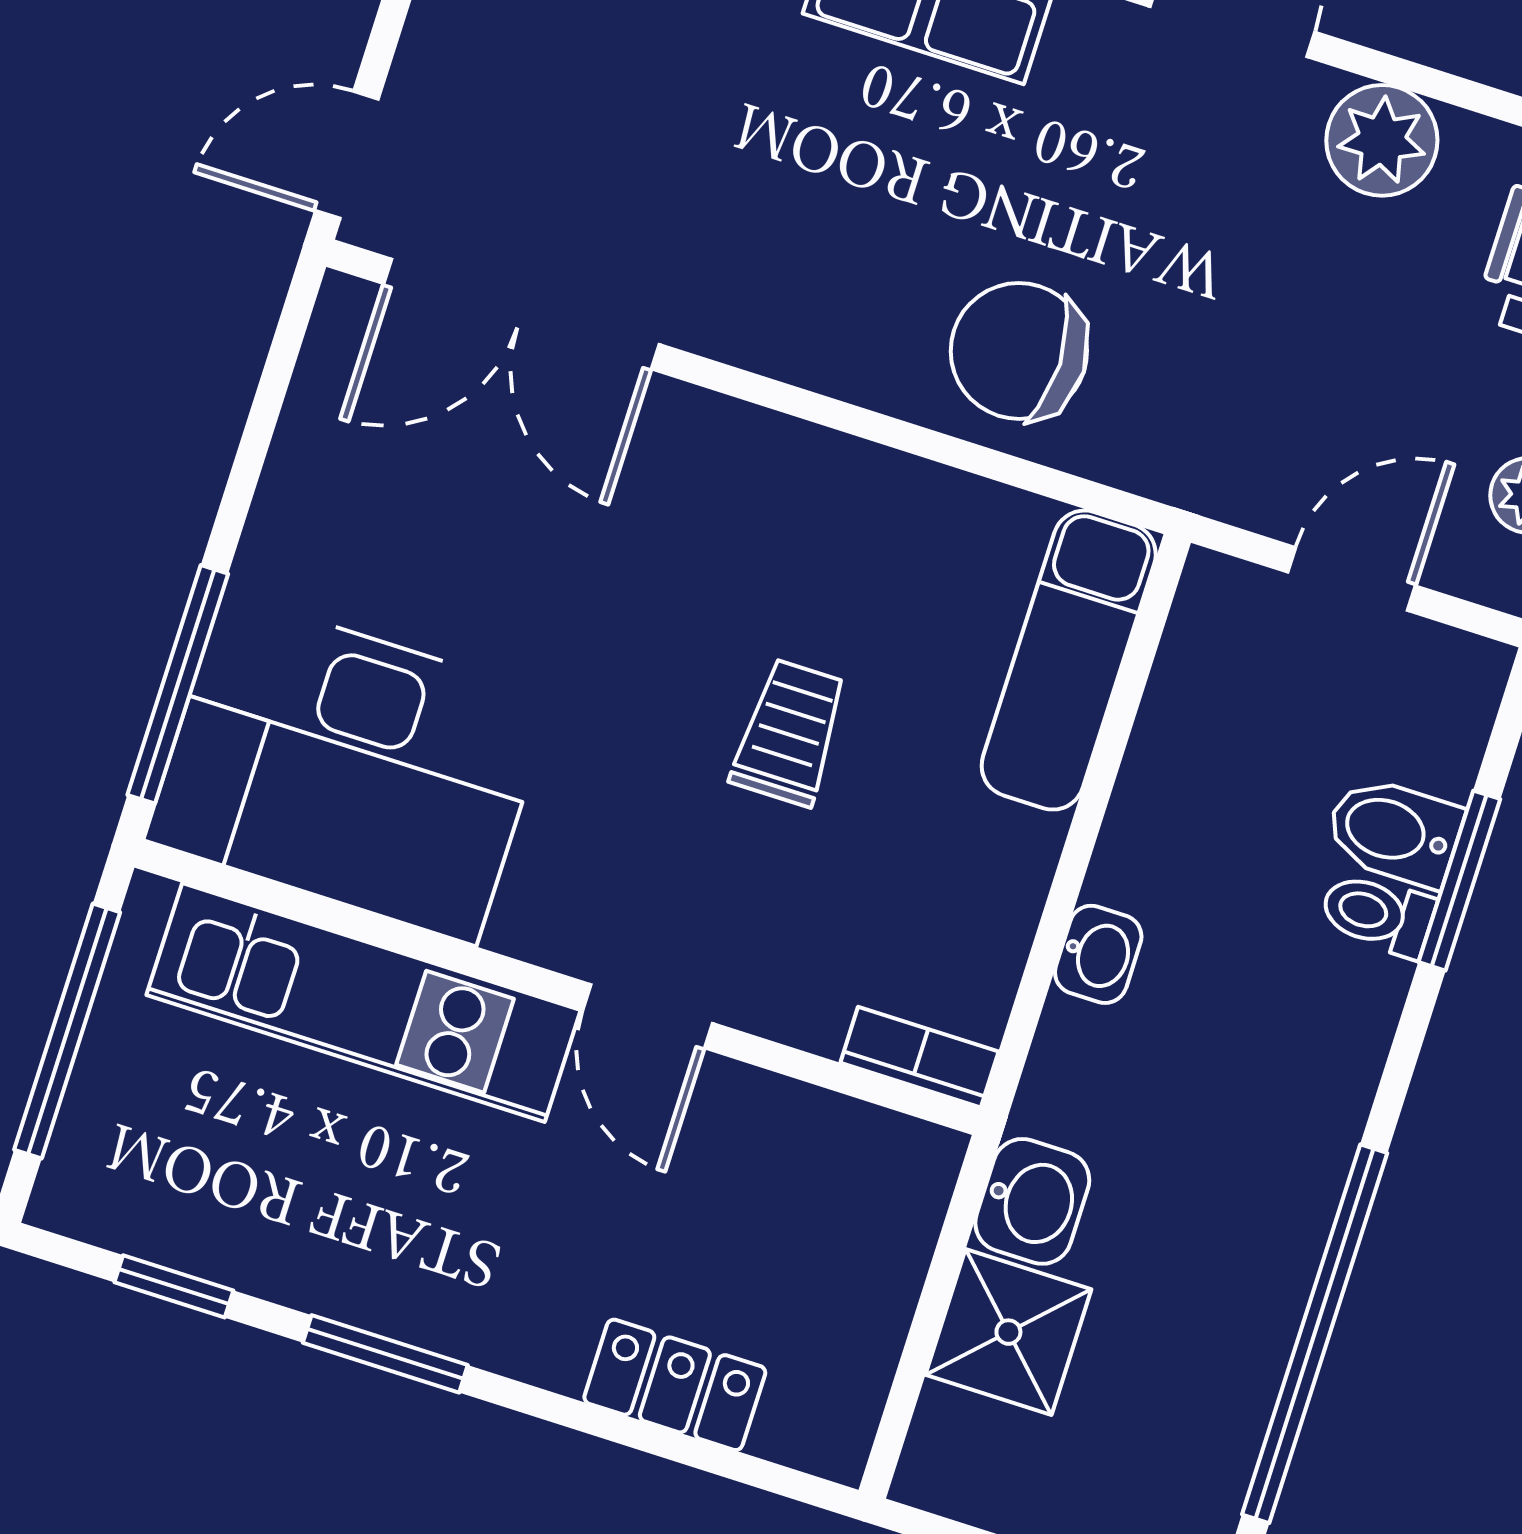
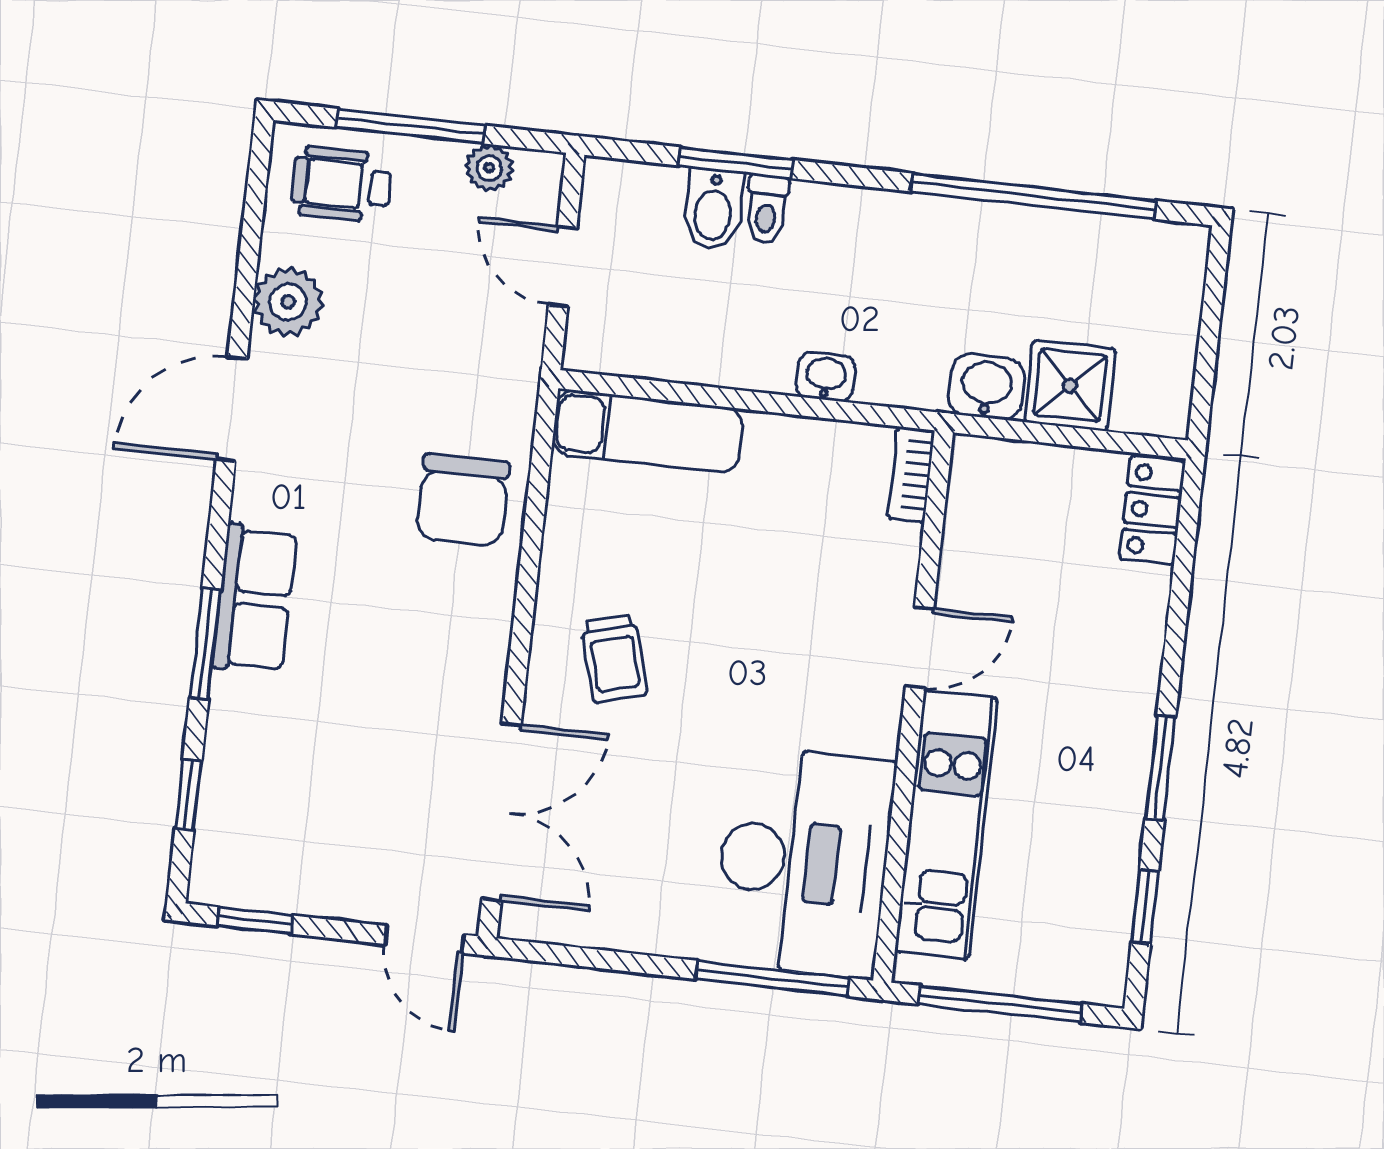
trolley: (789, 733) -> (614, 658), moved, turned -106
locker: (675, 1385) -> (1152, 510), moved

